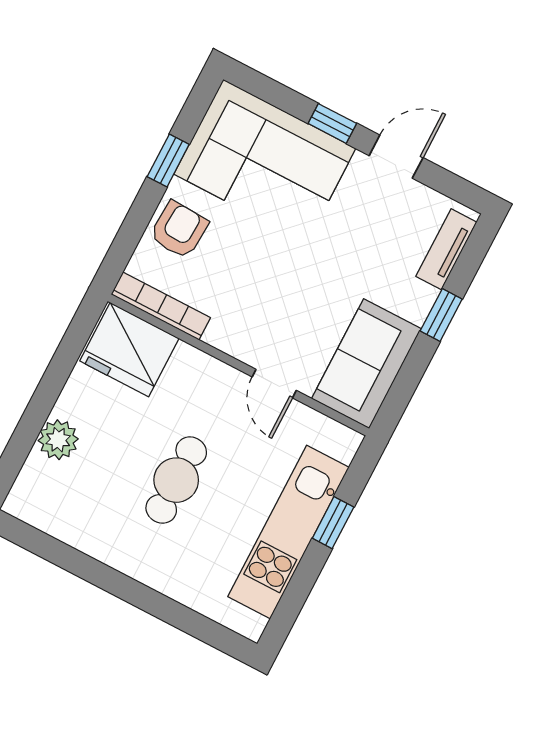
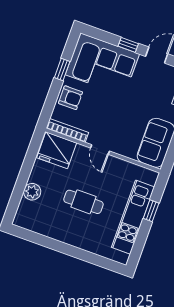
armchair: (179, 230) -> (71, 98), turned 87
door: (274, 384) -> (100, 150), moved
cafe table: (176, 480) -> (83, 202), turned 90

